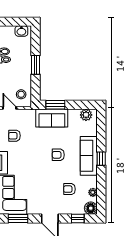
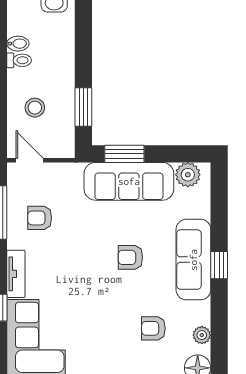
window: (36, 65) -> (83, 107), moved
stool: (21, 94) -> (35, 108), moved
sofa: (52, 118) -> (129, 181), width x1.36

